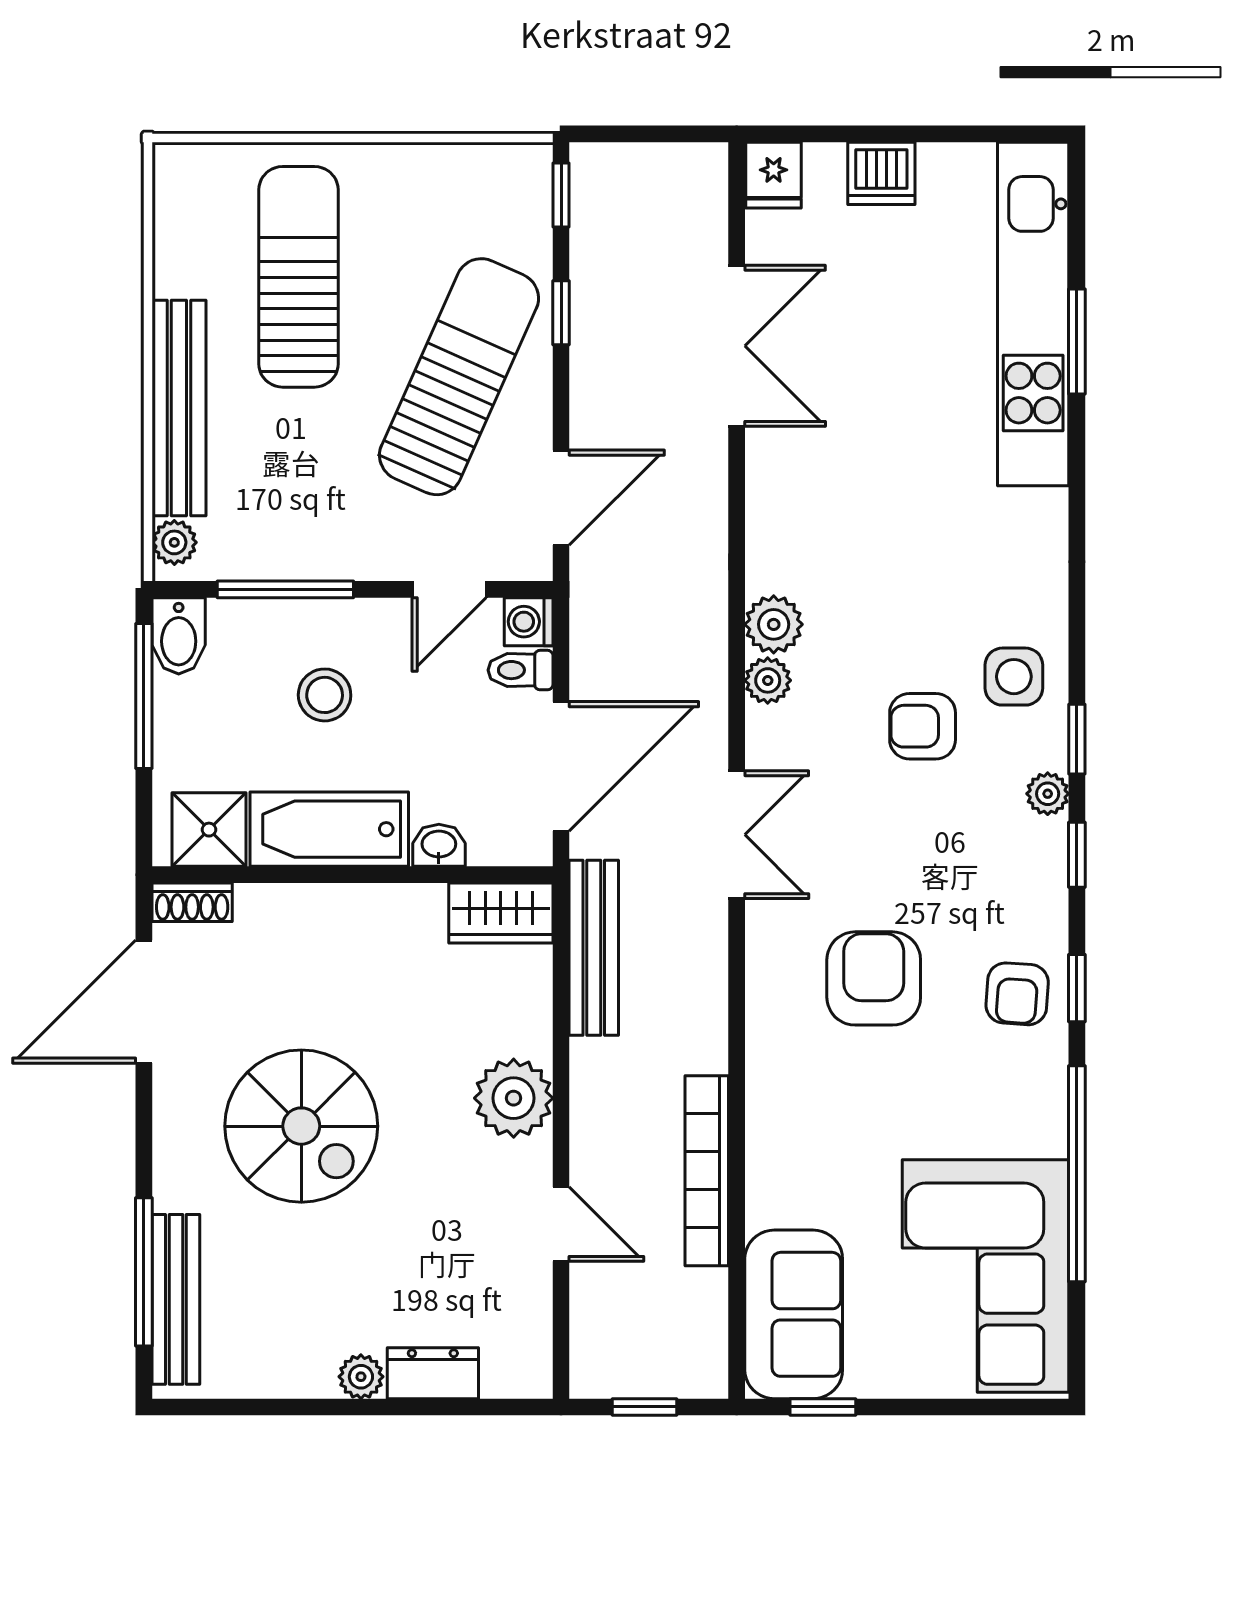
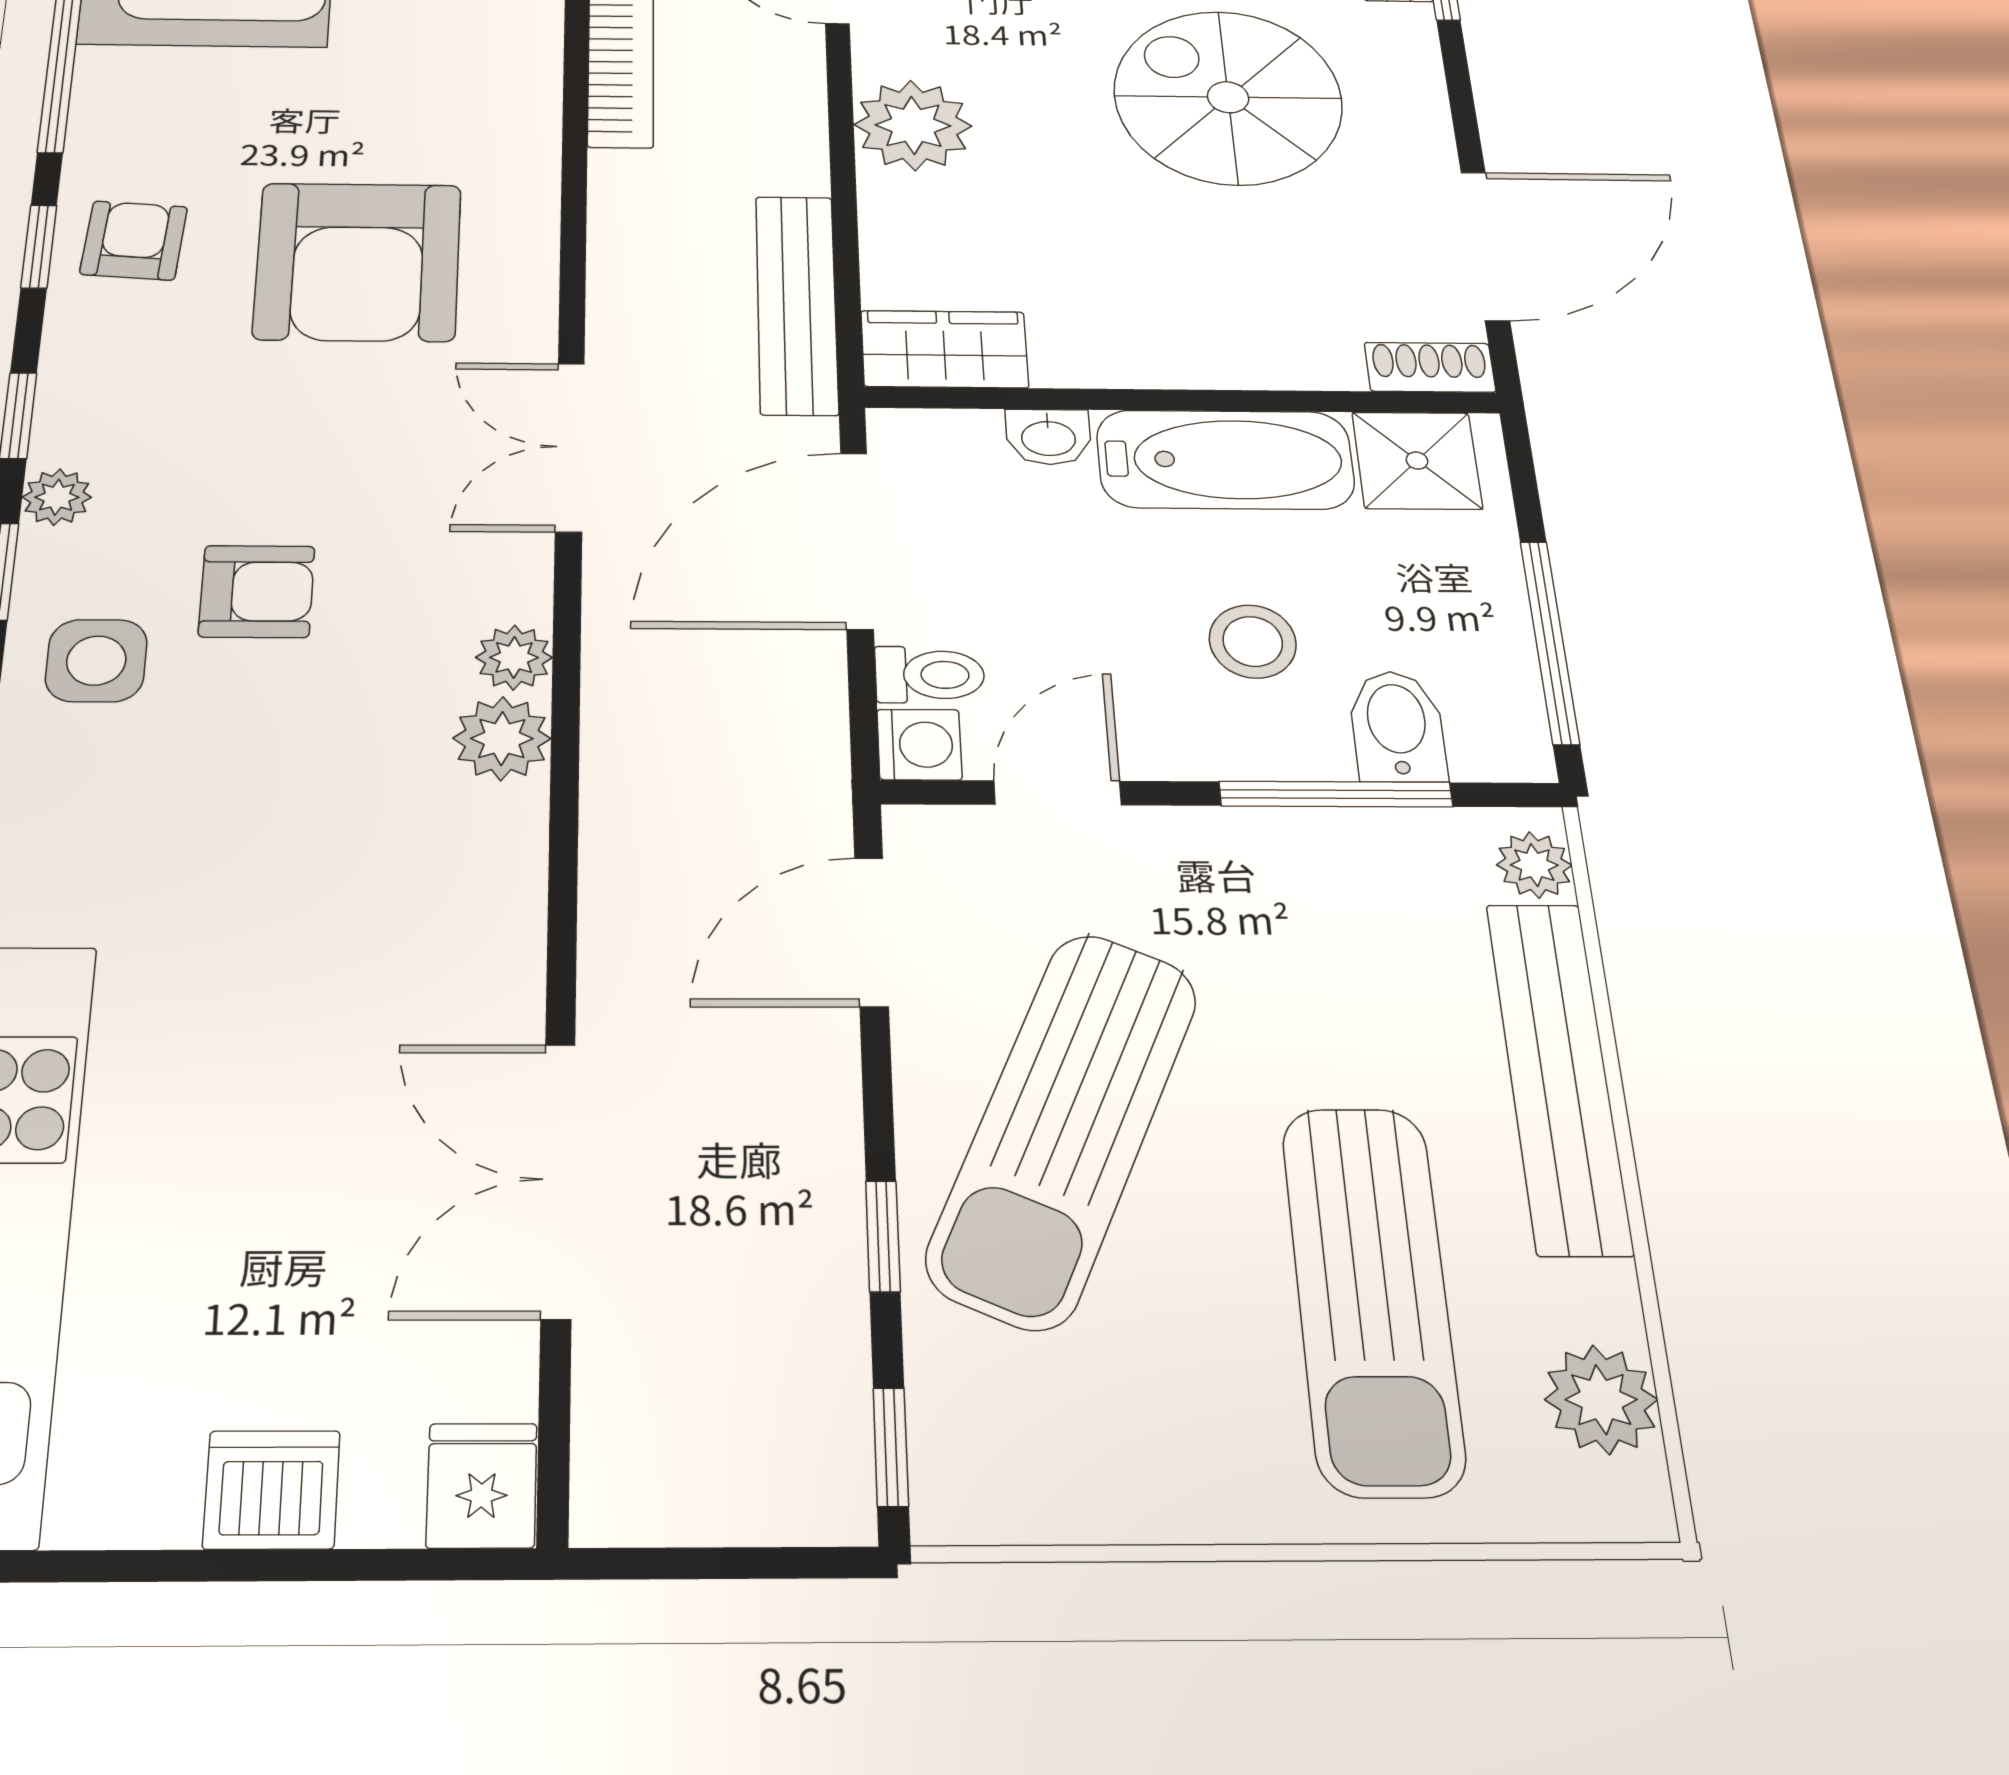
plant: (183, 220) -> (1601, 1400), added
bidet: (179, 636) -> (1397, 726), moved
armchair: (874, 978) -> (358, 262), width x1.36, depth x1.36

